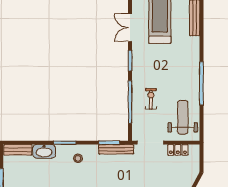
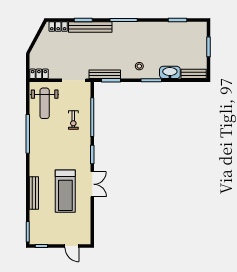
locker: (178, 150) -> (39, 74), moved

